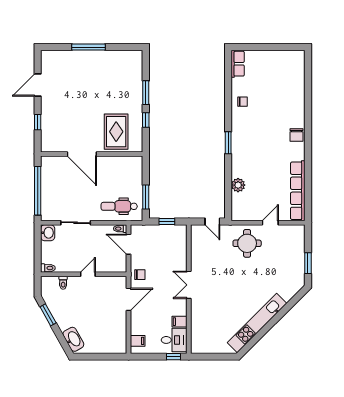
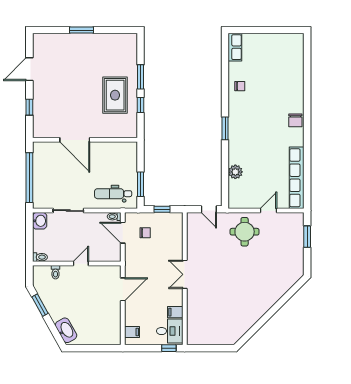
window: (88, 47) -> (82, 30), width x0.69
rug: (116, 132) -> (115, 95), moved
window: (308, 263) -> (307, 237), moved
chair: (140, 275) -> (145, 233), moved
kitchen unit: (257, 323) -> (255, 313), removed

